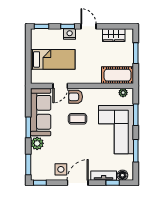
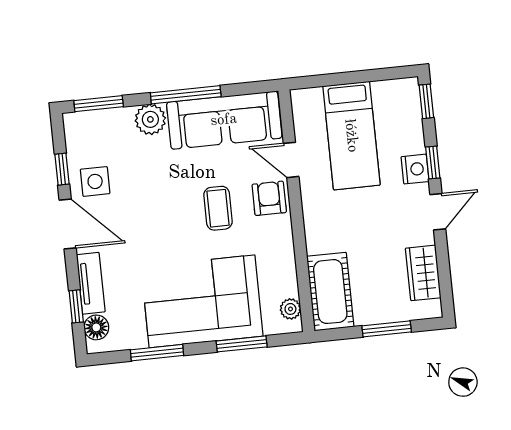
window: (28, 127) -> (186, 95), width x1.44
window: (40, 183) -> (62, 169), moved

